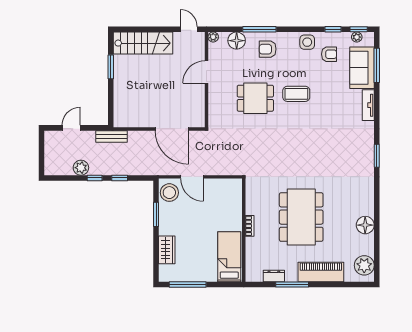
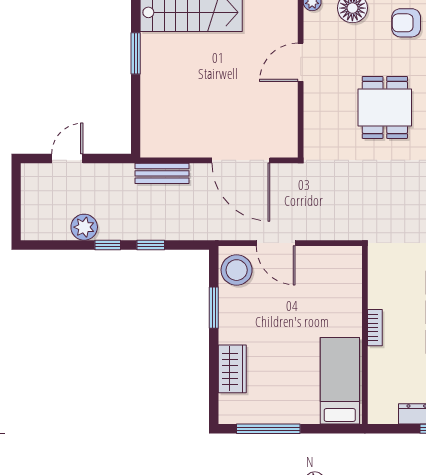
dining table: (255, 98) -> (385, 107), turned 90
bench: (111, 136) -> (162, 173), moved

